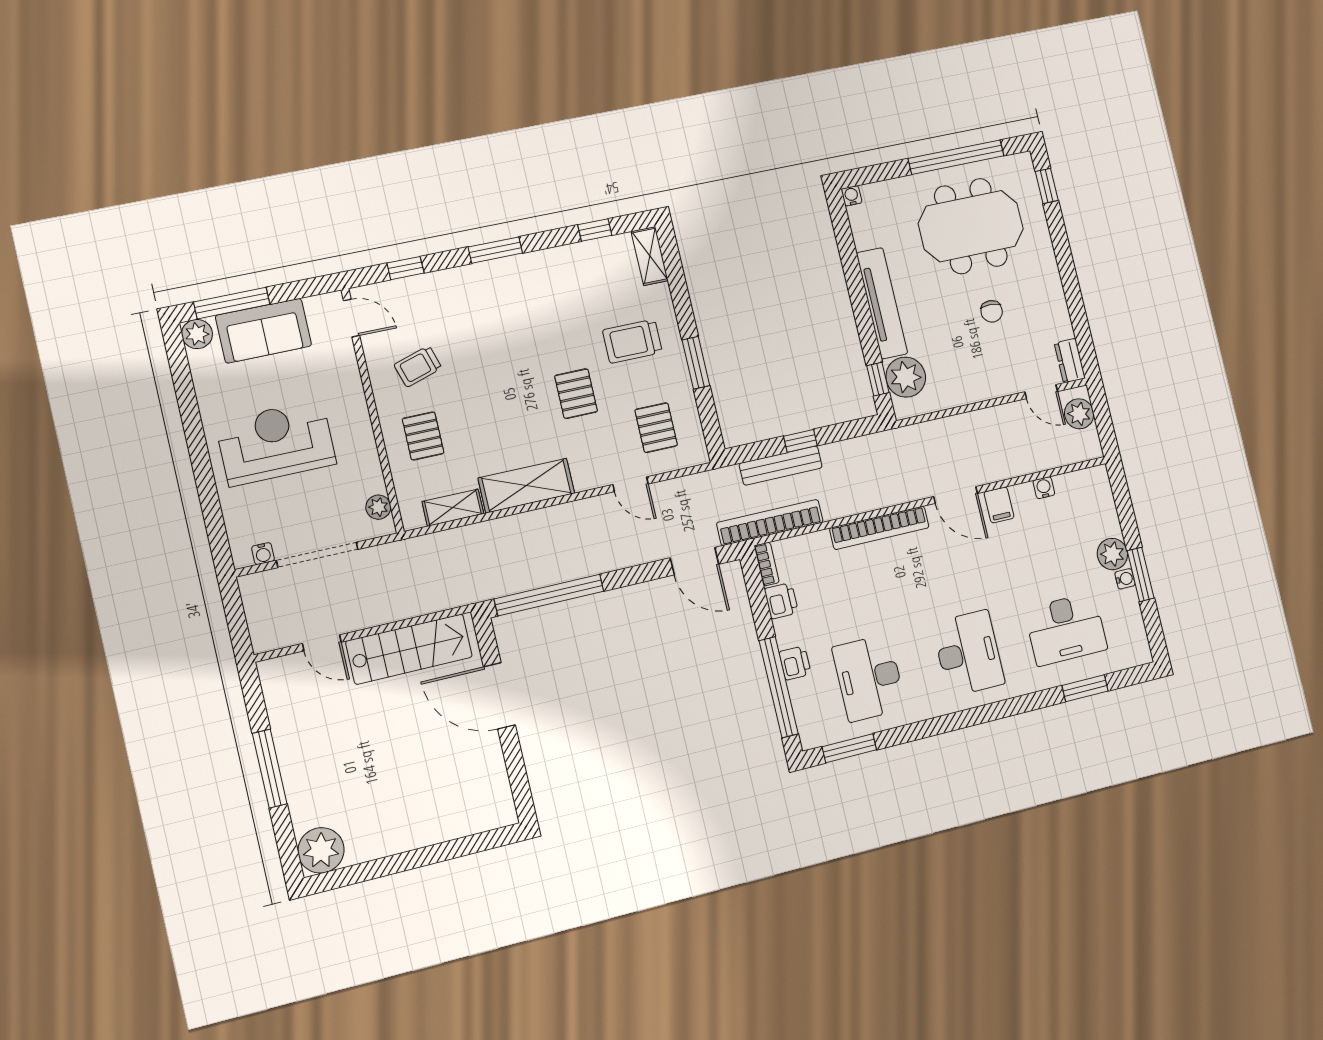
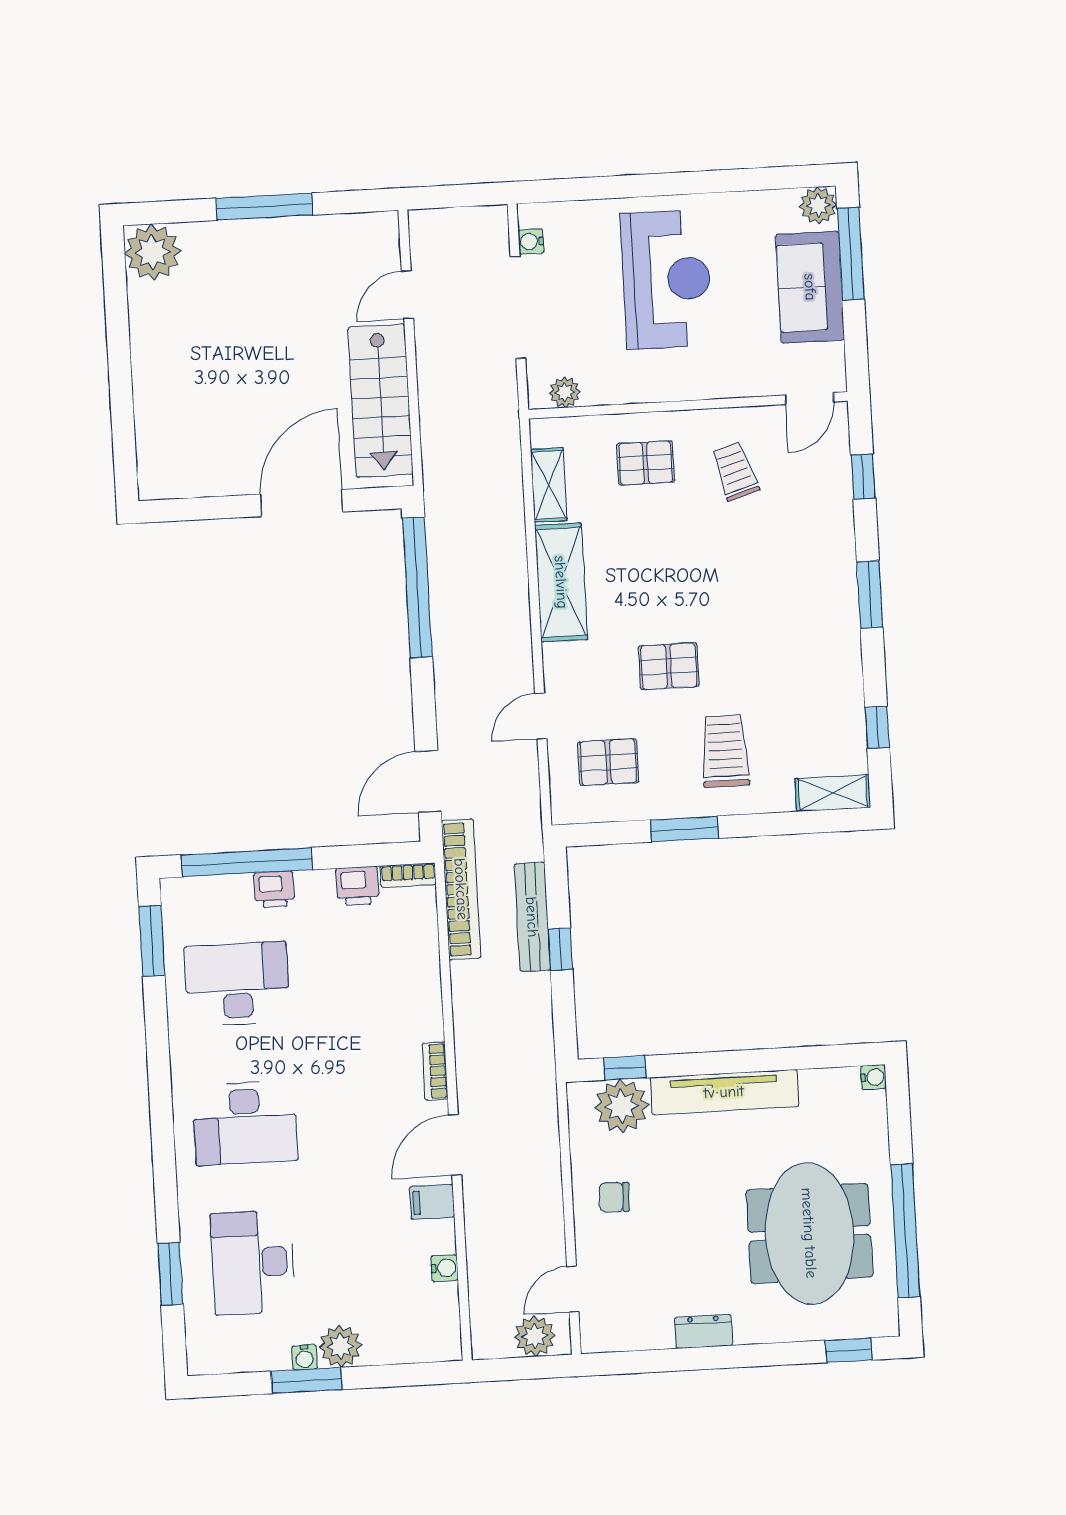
chair: (992, 311) -> (614, 1197), moved
dresser: (1070, 361) -> (704, 1331), moved
bookcase: (879, 528) -> (435, 1071), width x0.43, depth x0.76

